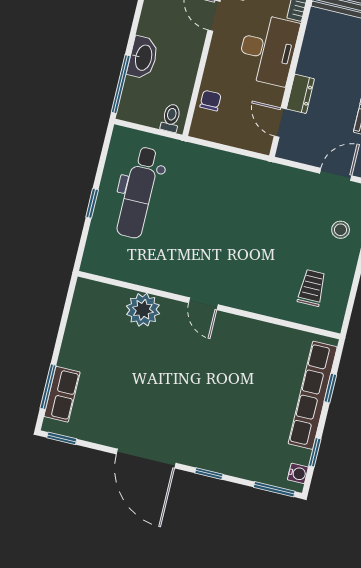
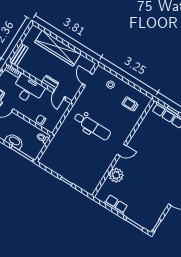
door: (280, 123) -> (59, 95), hinge flipped
dental chair: (138, 192) -> (92, 126), moved
row of seats: (62, 394) -> (116, 205), moved

